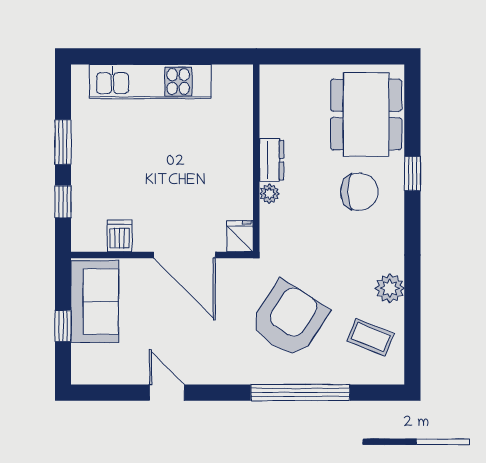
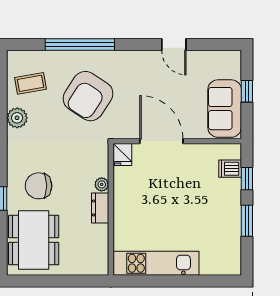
kitchen unit: (150, 82) -> (156, 263), moved
dishwasher: (120, 236) -> (230, 169), moved, turned 90
coffee table: (371, 337) -> (31, 83), turned -32

